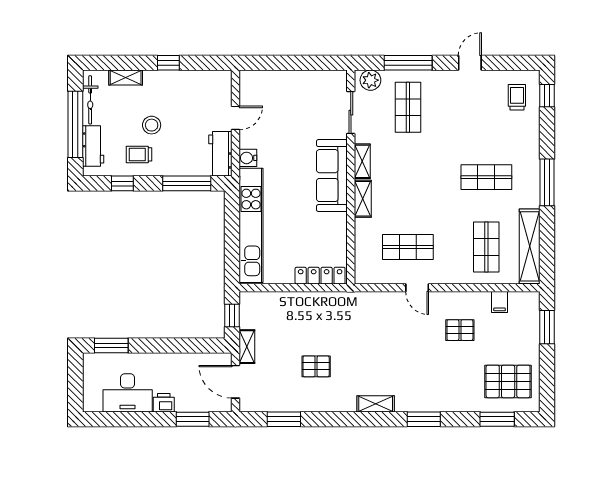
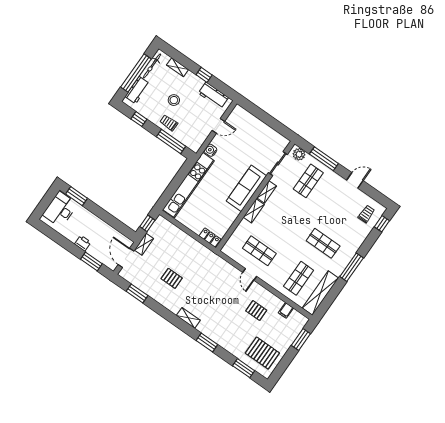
trolley: (139, 154) -> (169, 123), moved
workbench: (220, 154) -> (213, 95), moved, turned -90
locker: (320, 276) -> (210, 238), width x0.66
desk: (128, 393) -> (60, 209), moved, turned 90

